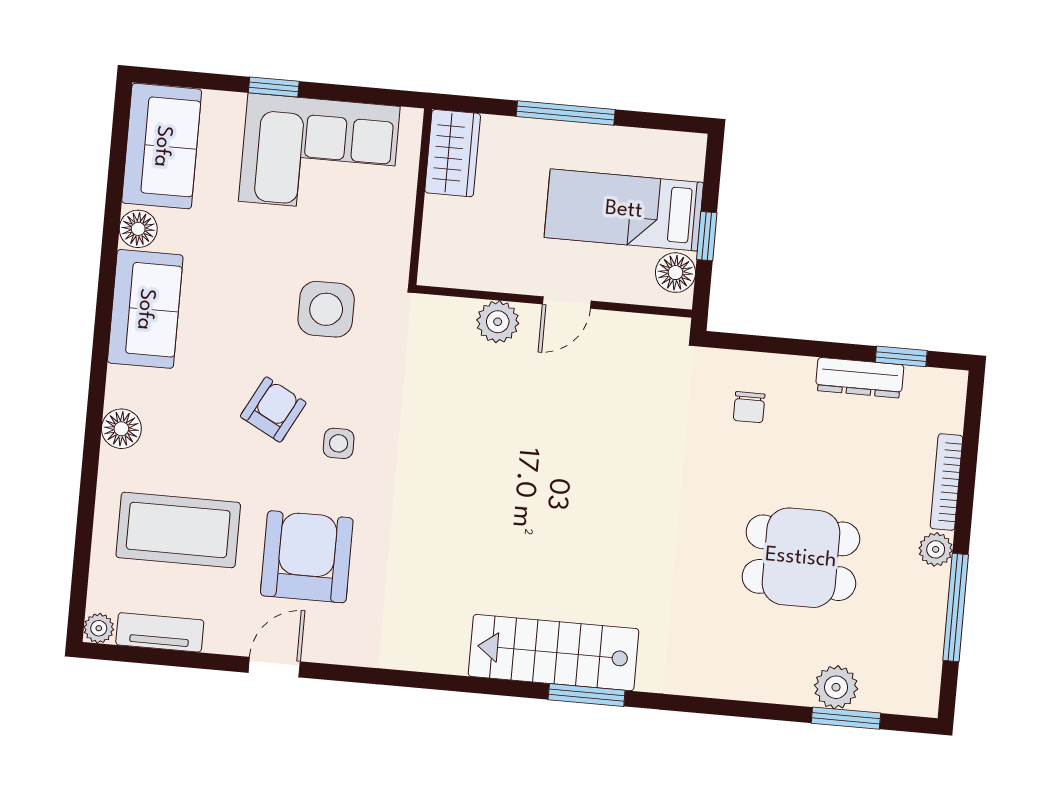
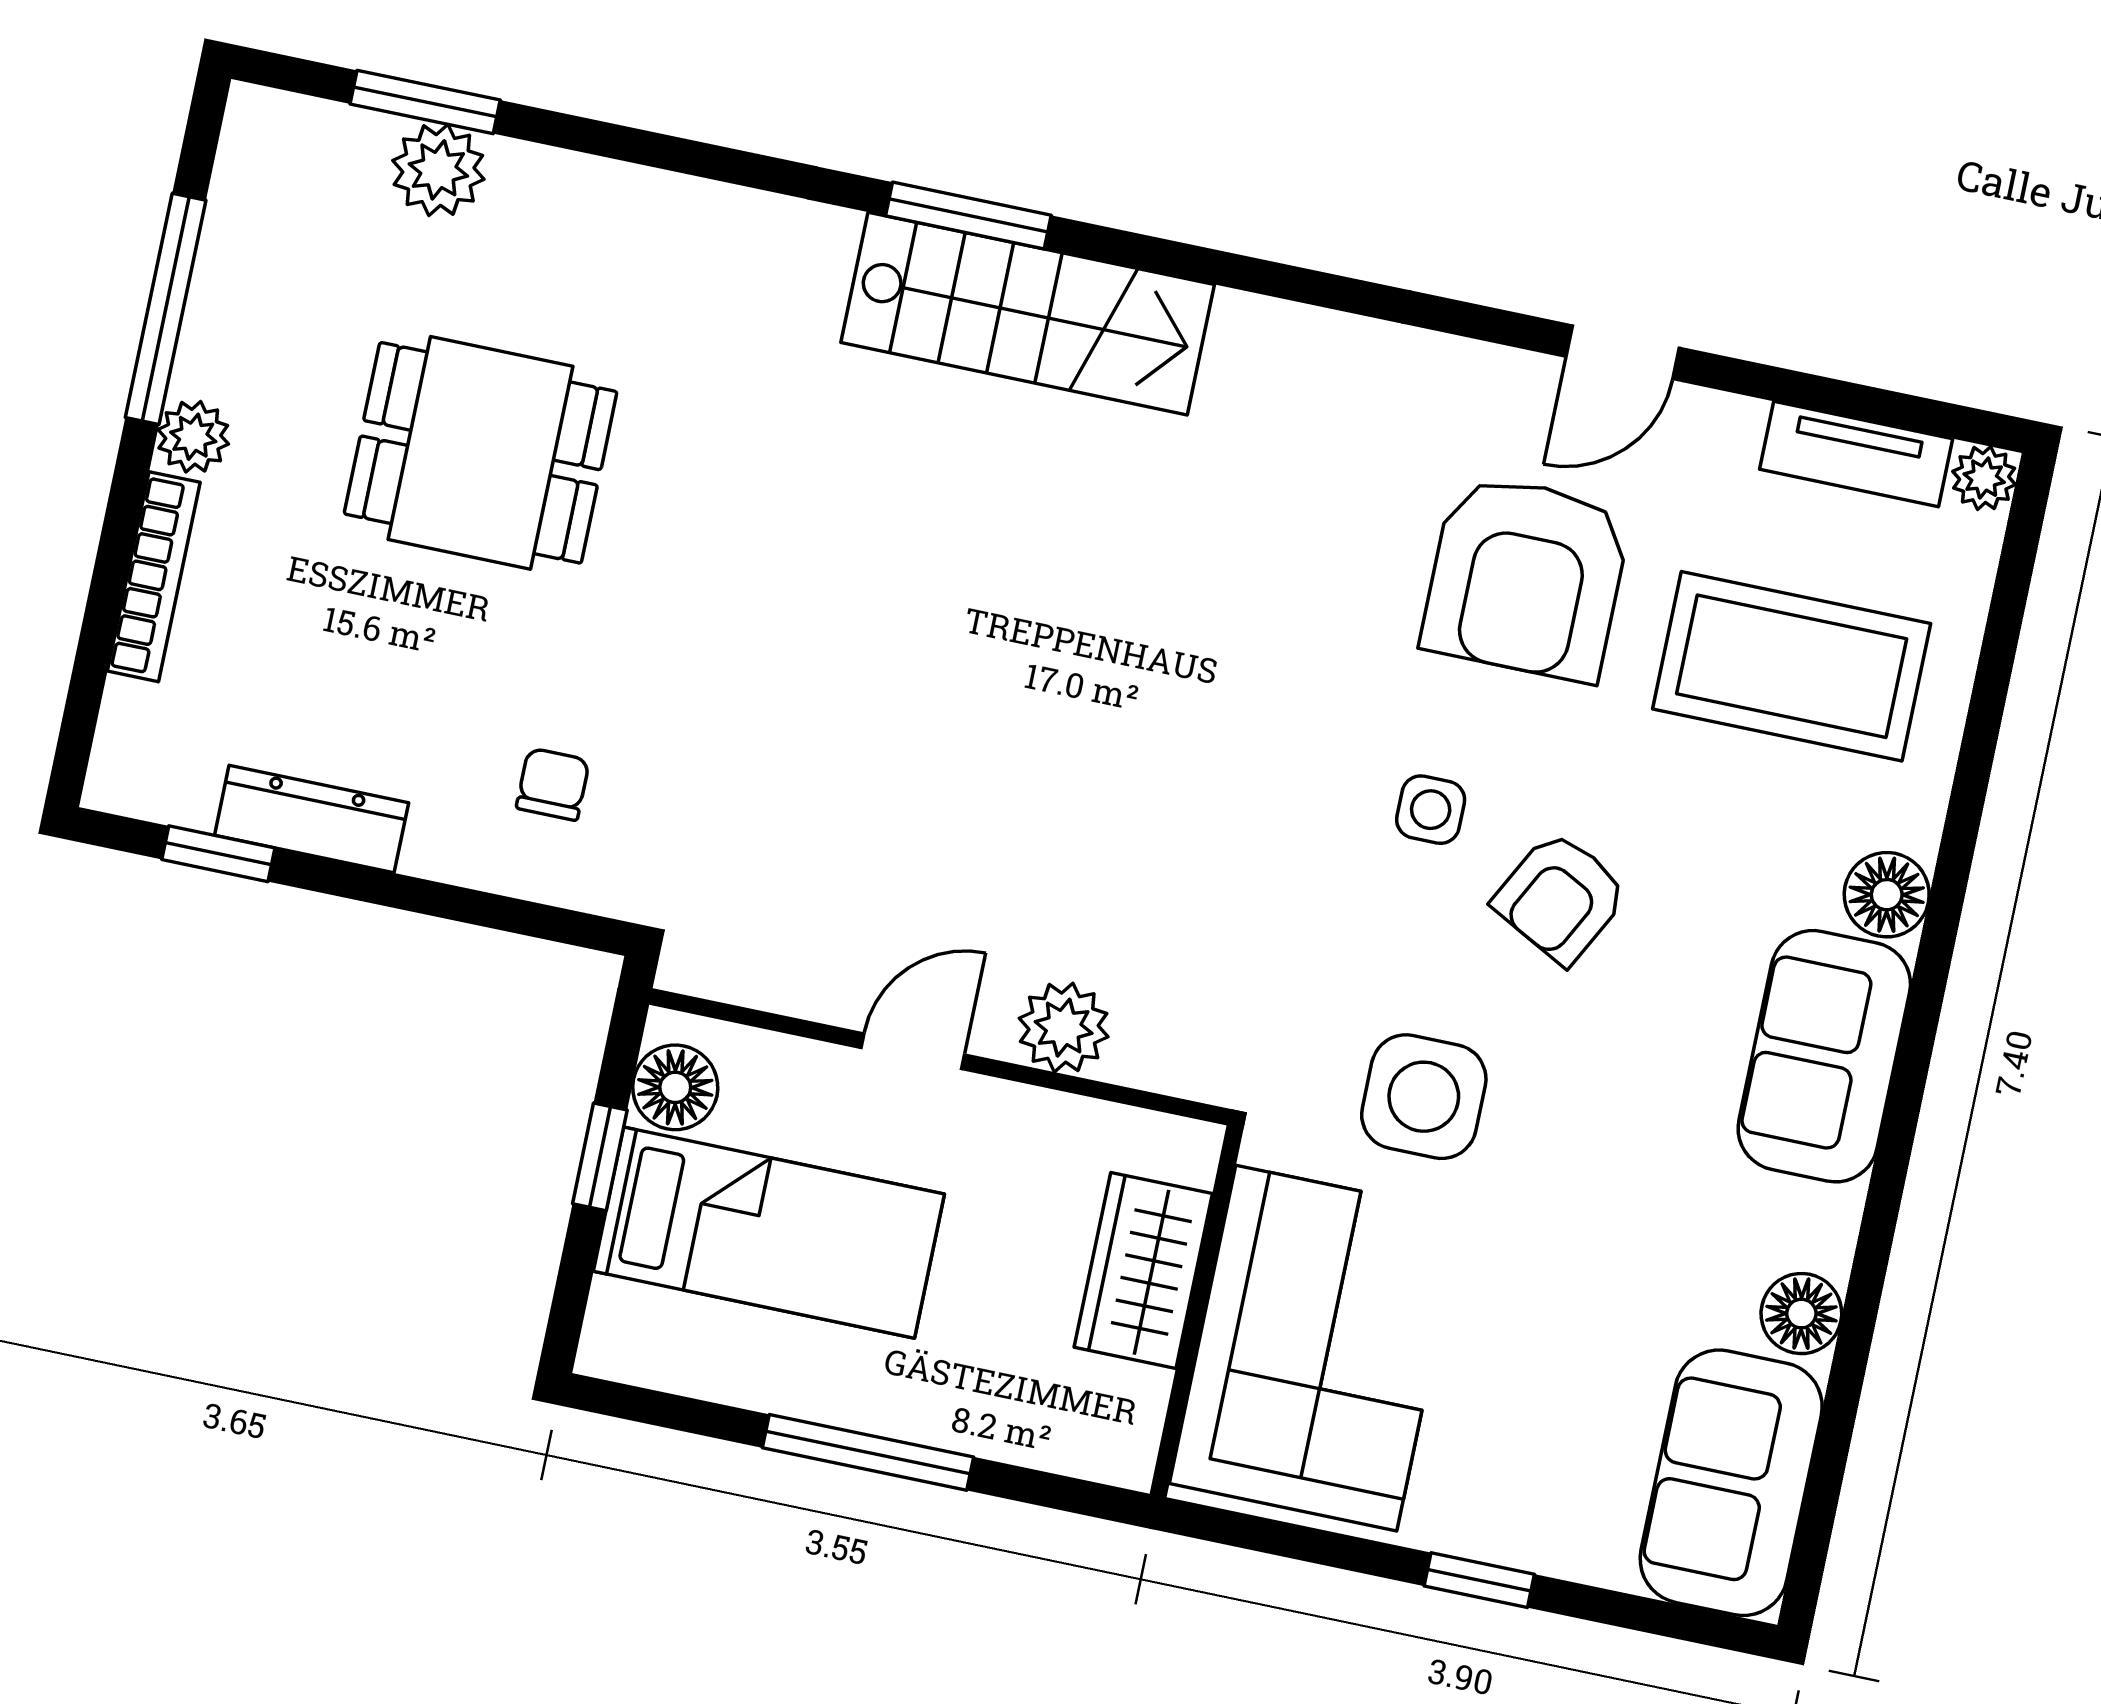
wardrobe: (453, 153) -> (1143, 1270), moved
corner sofa: (319, 154) -> (1316, 1348), moved, turned 90
sofa: (145, 309) -> (1824, 1056), moved

